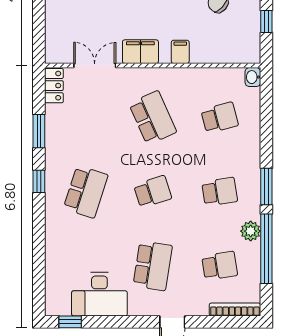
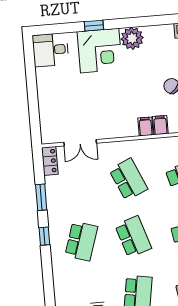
filing cabinet: (140, 52) -> (160, 125), moved, width x0.50
double door: (95, 65) -> (80, 143), swing flipped
school desk: (153, 192) -> (133, 237), width x1.85

